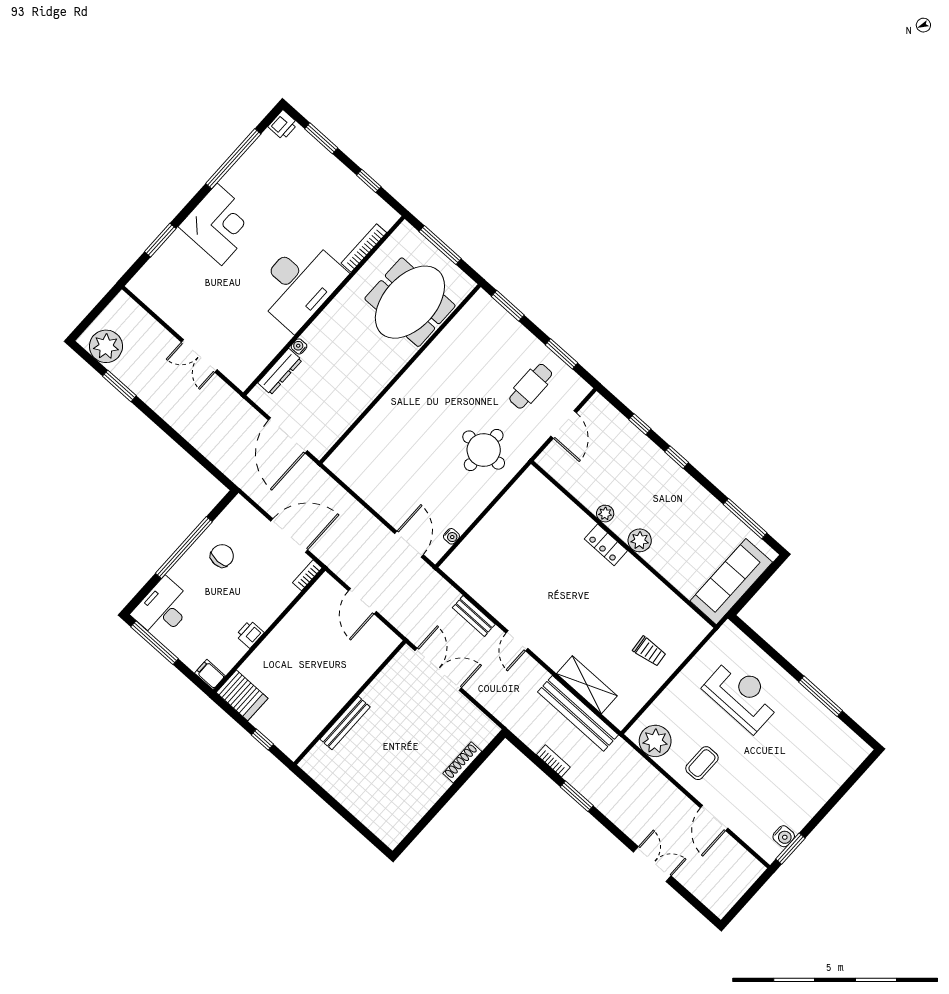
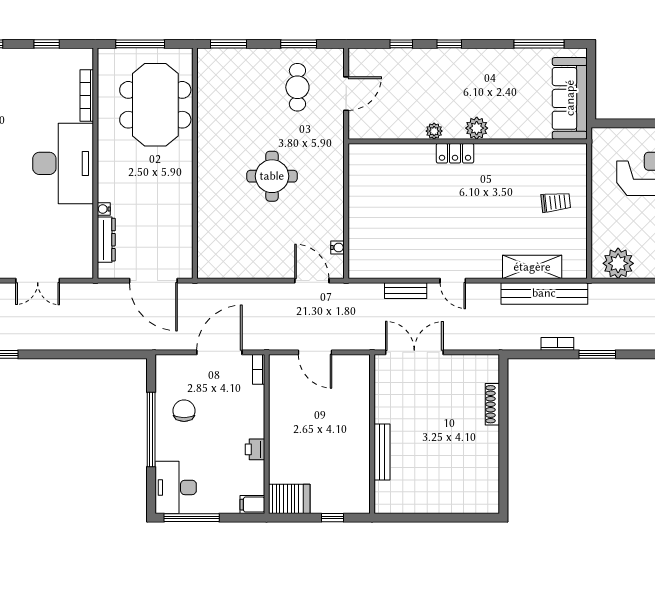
door: (564, 425) -> (346, 94), hinge flipped
round table: (484, 450) -> (272, 176), moved

